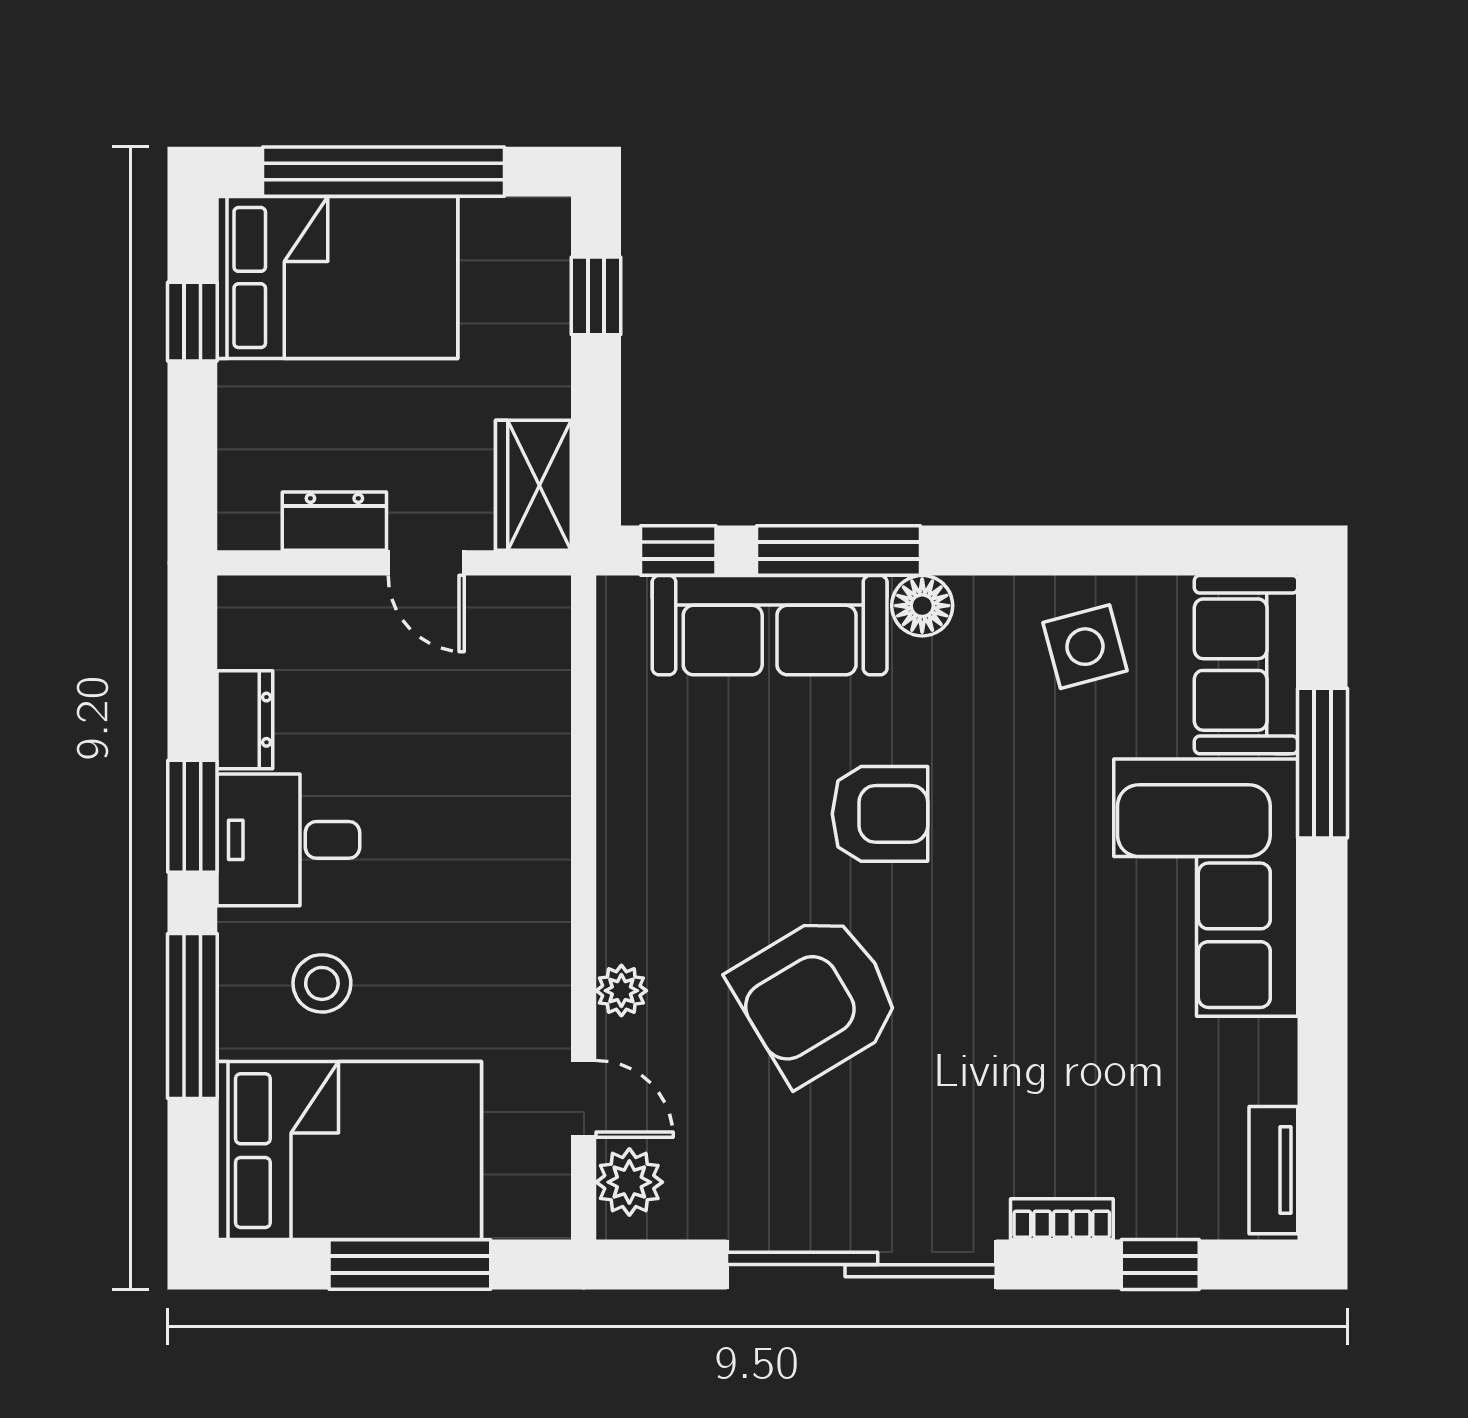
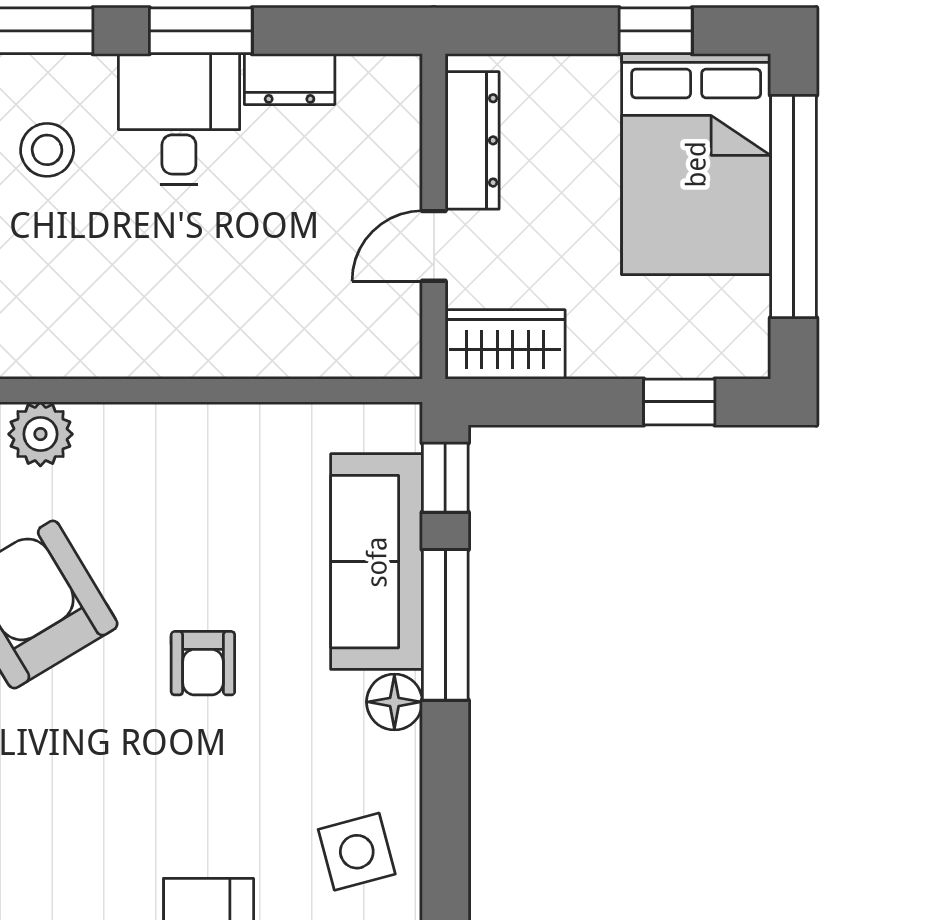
dresser: (334, 521) -> (472, 140), width x1.44
armchair: (880, 814) -> (203, 663), width x0.72, depth x0.72
plant: (621, 991) -> (40, 434), width x1.38, depth x1.38

